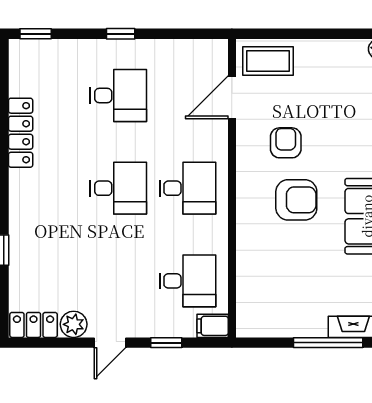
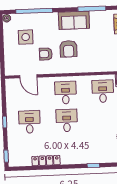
coffee table: (268, 61) -> (13, 62), removed
side table: (330, 94) -> (26, 37), added
armchair: (296, 200) -> (68, 49), turned 180

